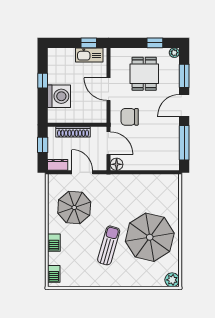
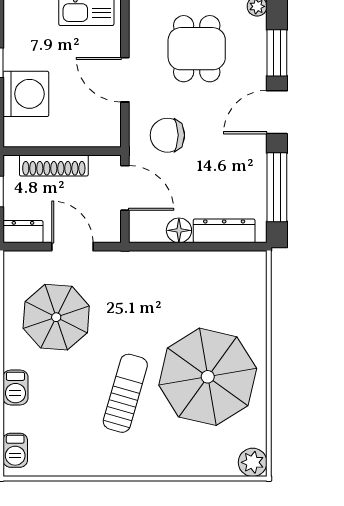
floor lamp: (117, 164) -> (179, 230), moved
dresser: (158, 164) -> (224, 231), added

